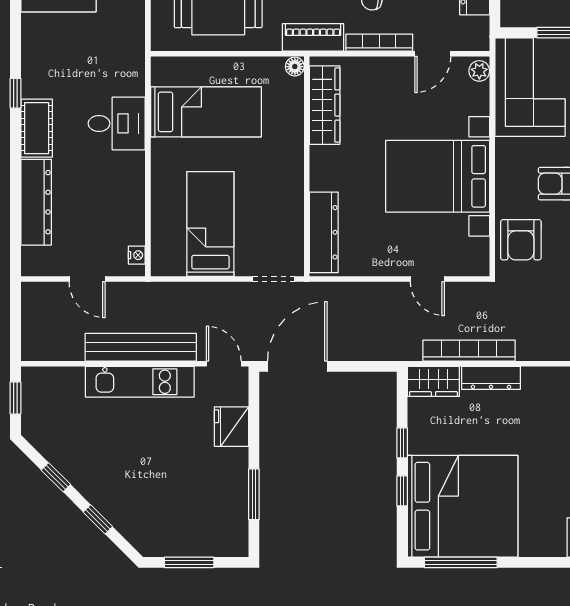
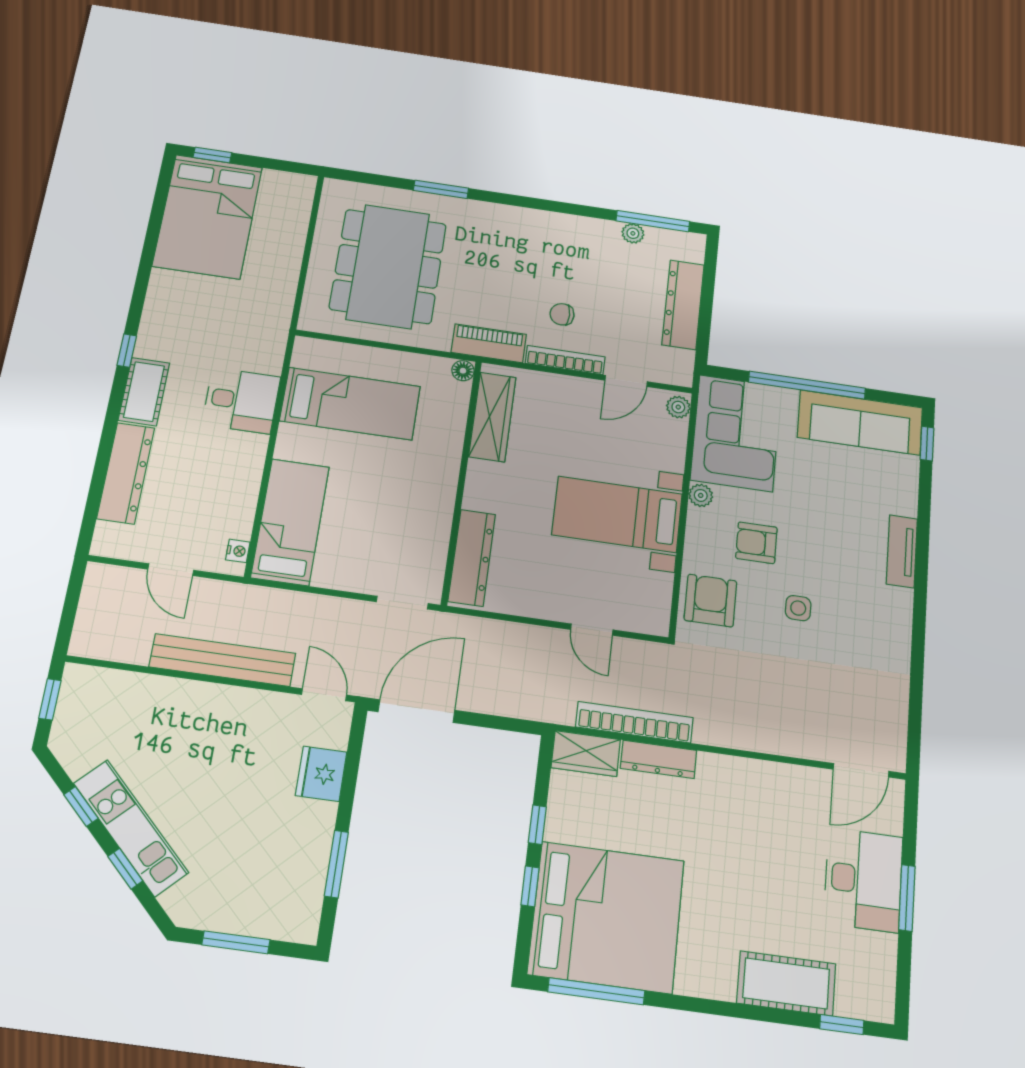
plant: (505, 149) -> (701, 495), added
bed with nightstands: (438, 176) -> (617, 514), width x0.73
bed: (210, 224) -> (290, 522), moved
armchair: (521, 240) -> (710, 601), turned 180
kitchen unit: (140, 382) -> (131, 828), moved, turned -135

